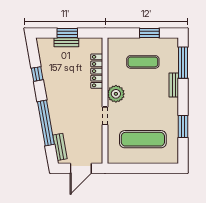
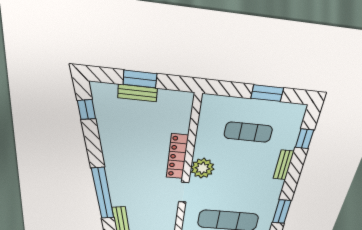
window: (183, 63) -> (304, 139), width x0.46
locker: (97, 71) -> (177, 157), moved
window: (37, 74) -> (86, 110), moved

